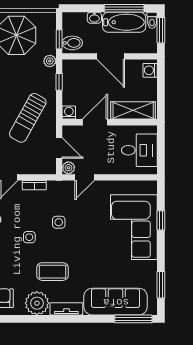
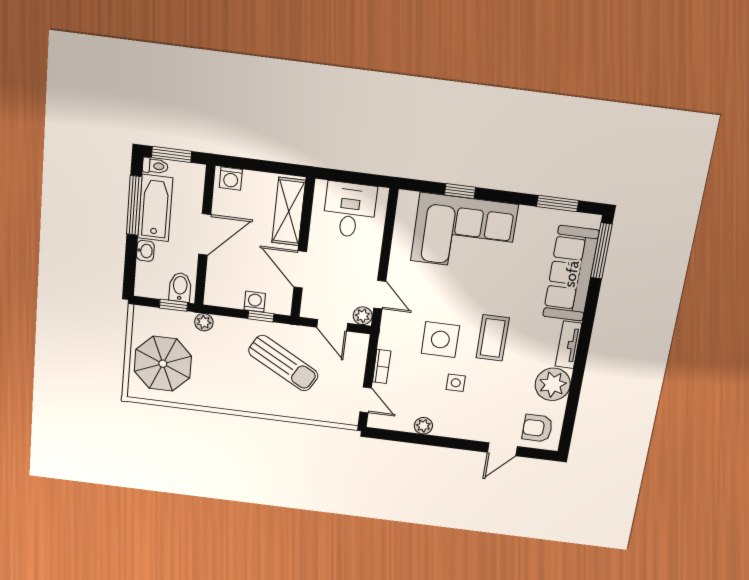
window: (59, 82) -> (261, 316), moved
washing machine: (69, 113) -> (255, 302), moved, turned 90
door: (59, 148) -> (332, 325), swing flipped
side table: (59, 222) -> (440, 340), width x1.87, depth x1.87
coffee table: (52, 272) -> (493, 338), moved

